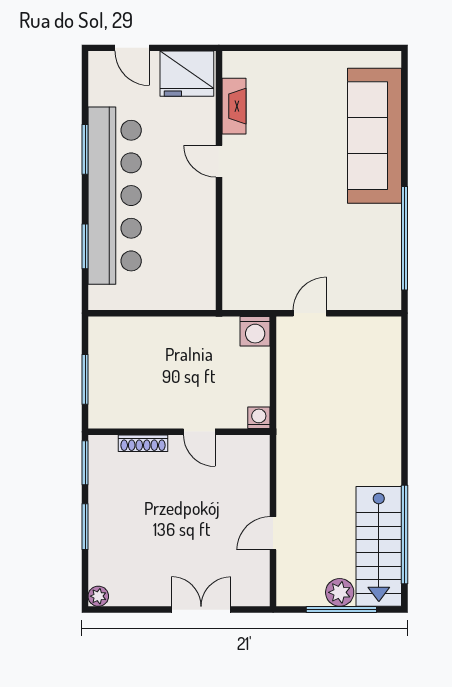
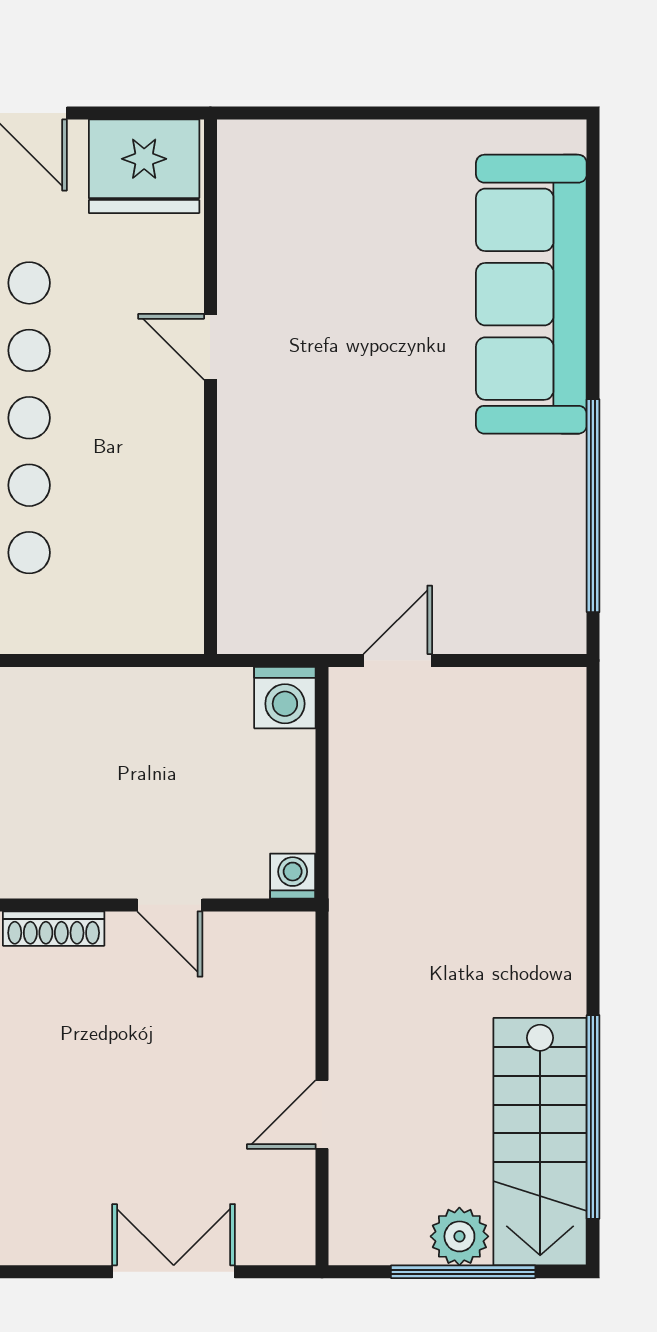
fireplace: (234, 106) -> (241, 233), removed

